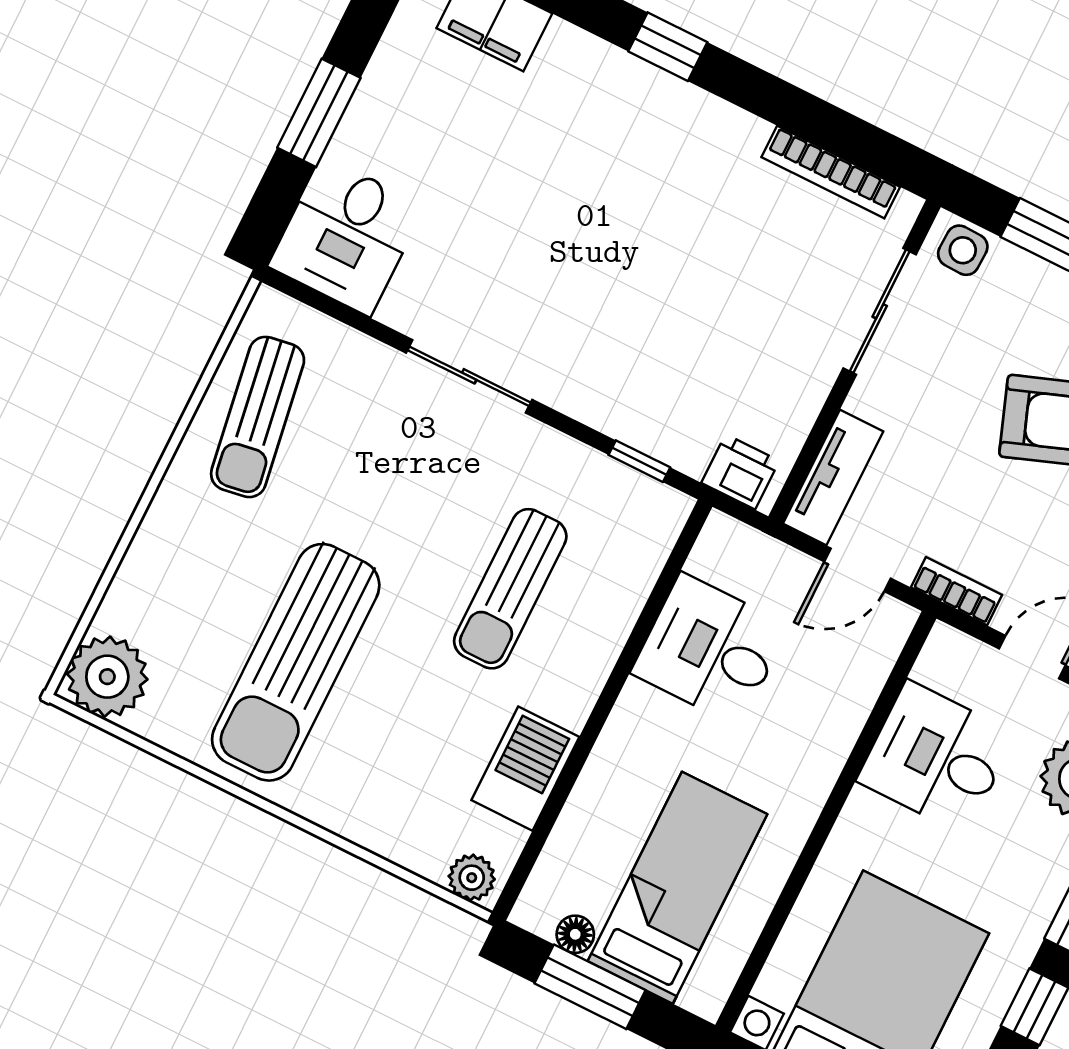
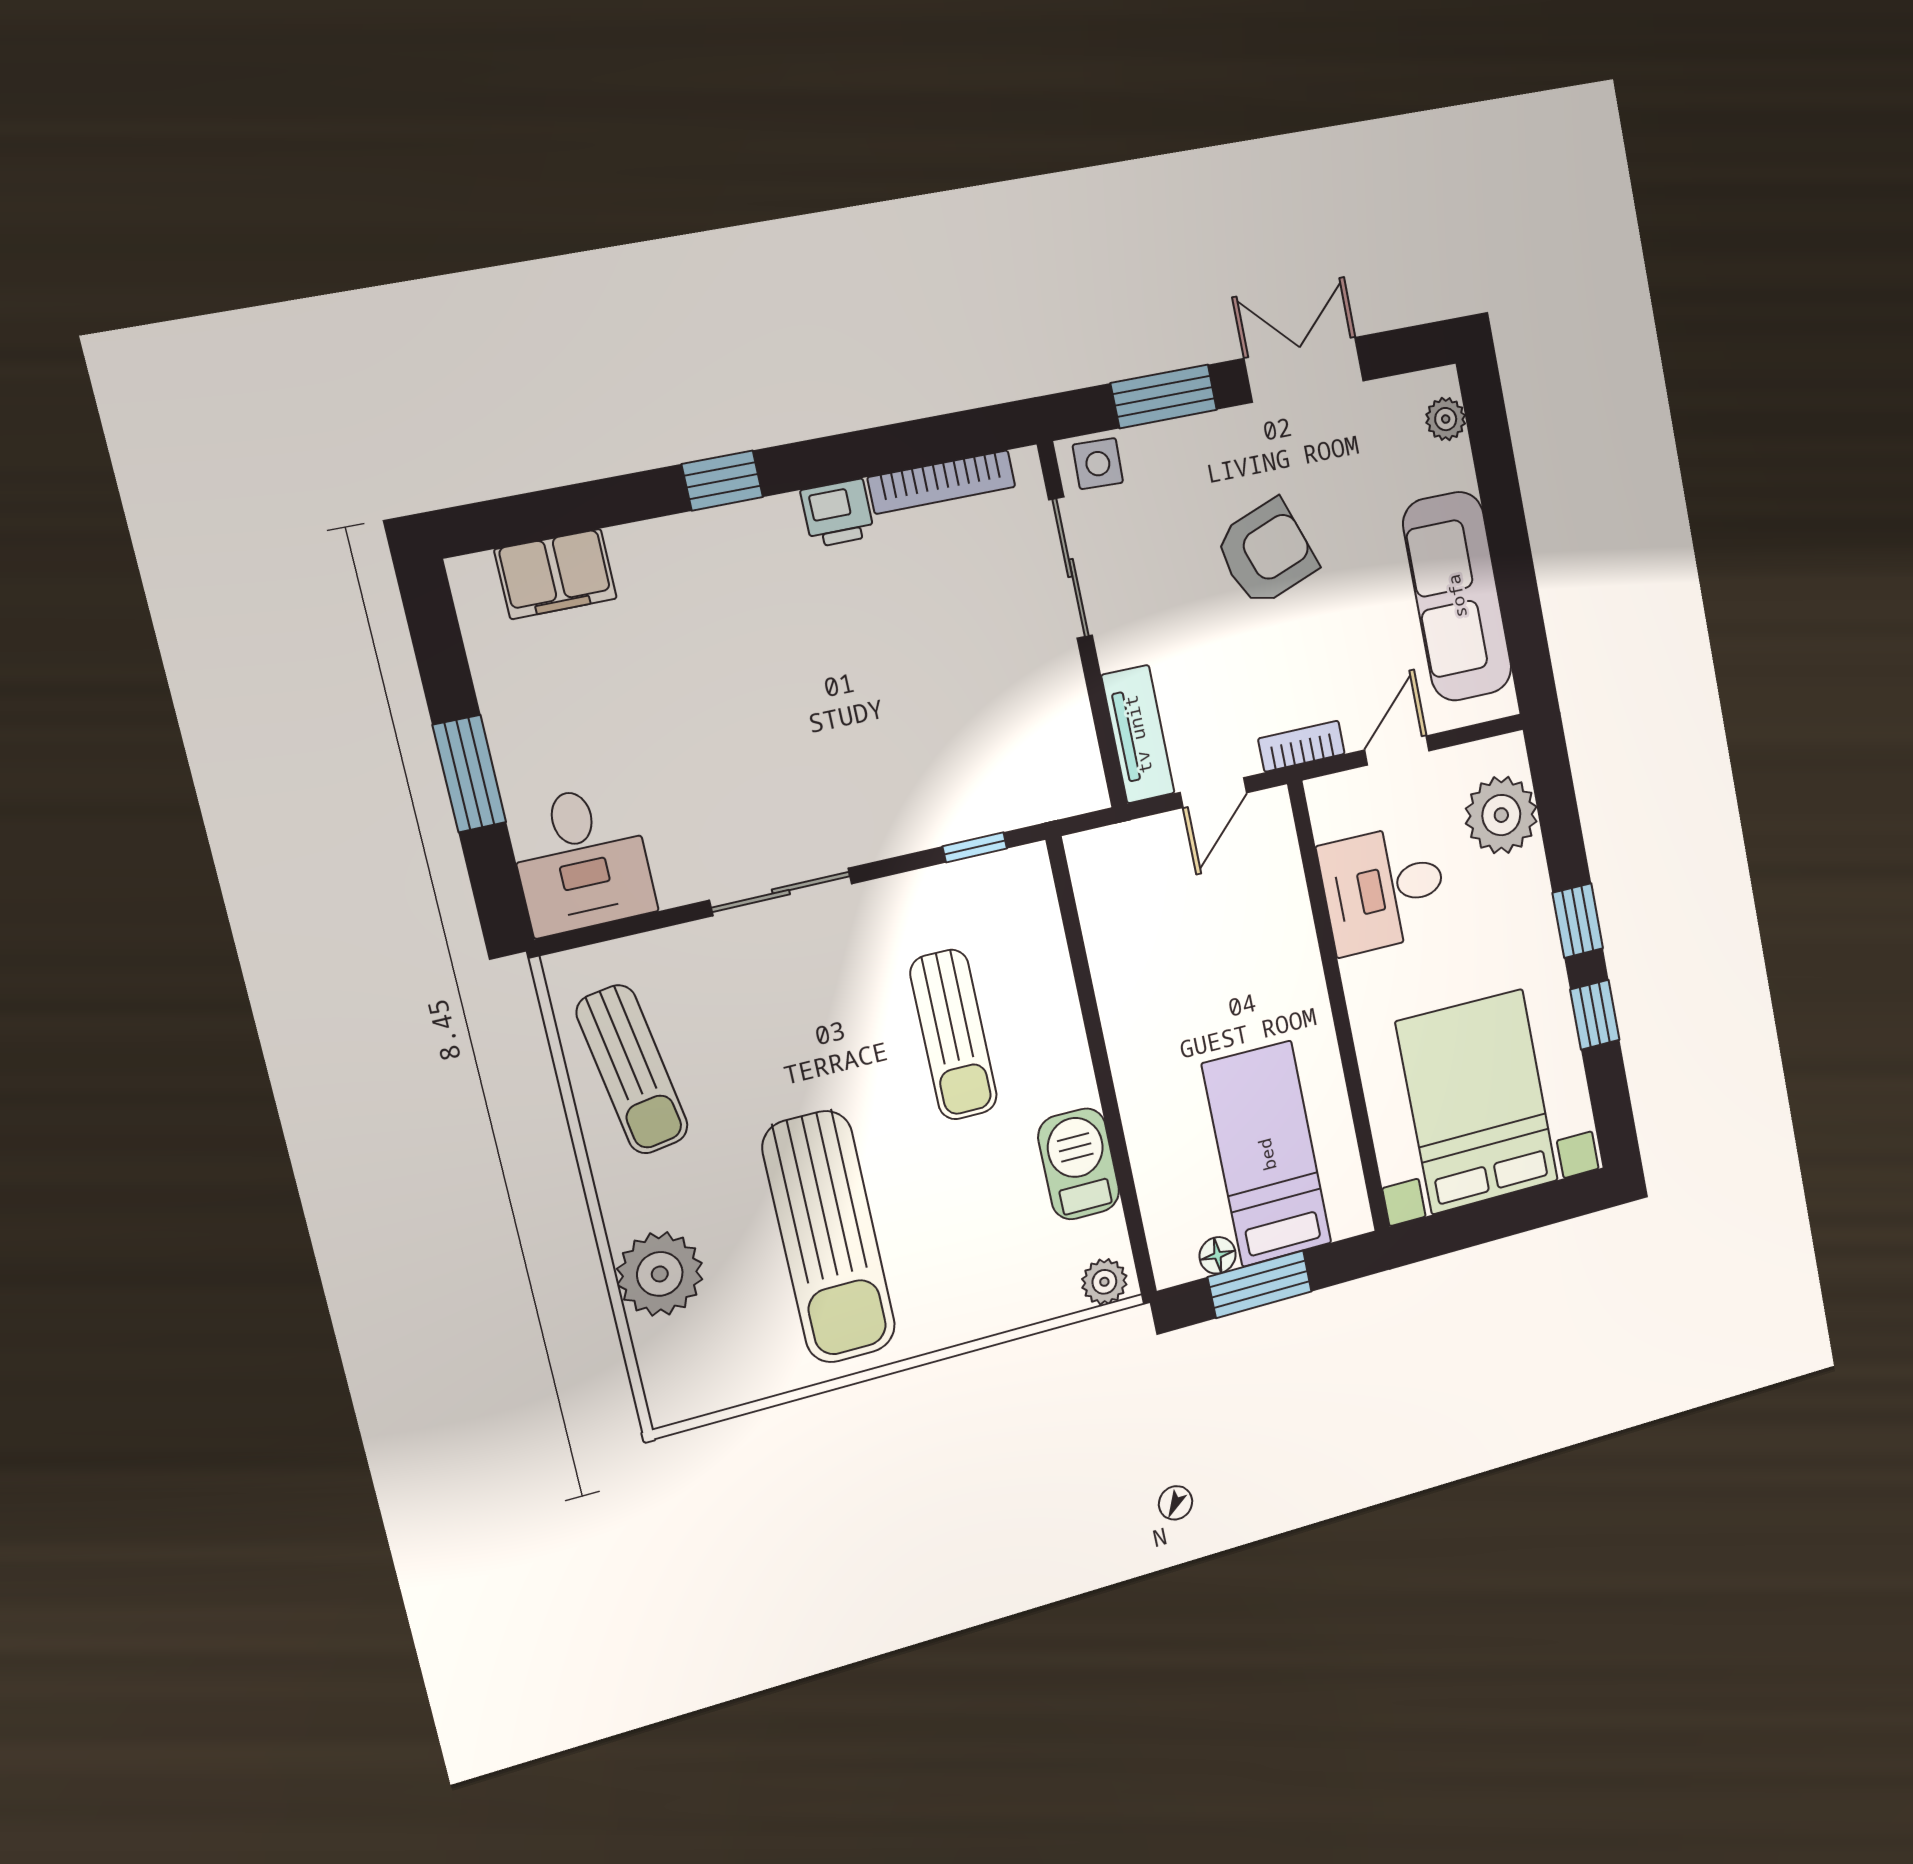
printer: (740, 472) -> (838, 513), moved, turned 180
desk: (710, 649) -> (1148, 950), removed
plant: (107, 677) -> (660, 1274), moved

